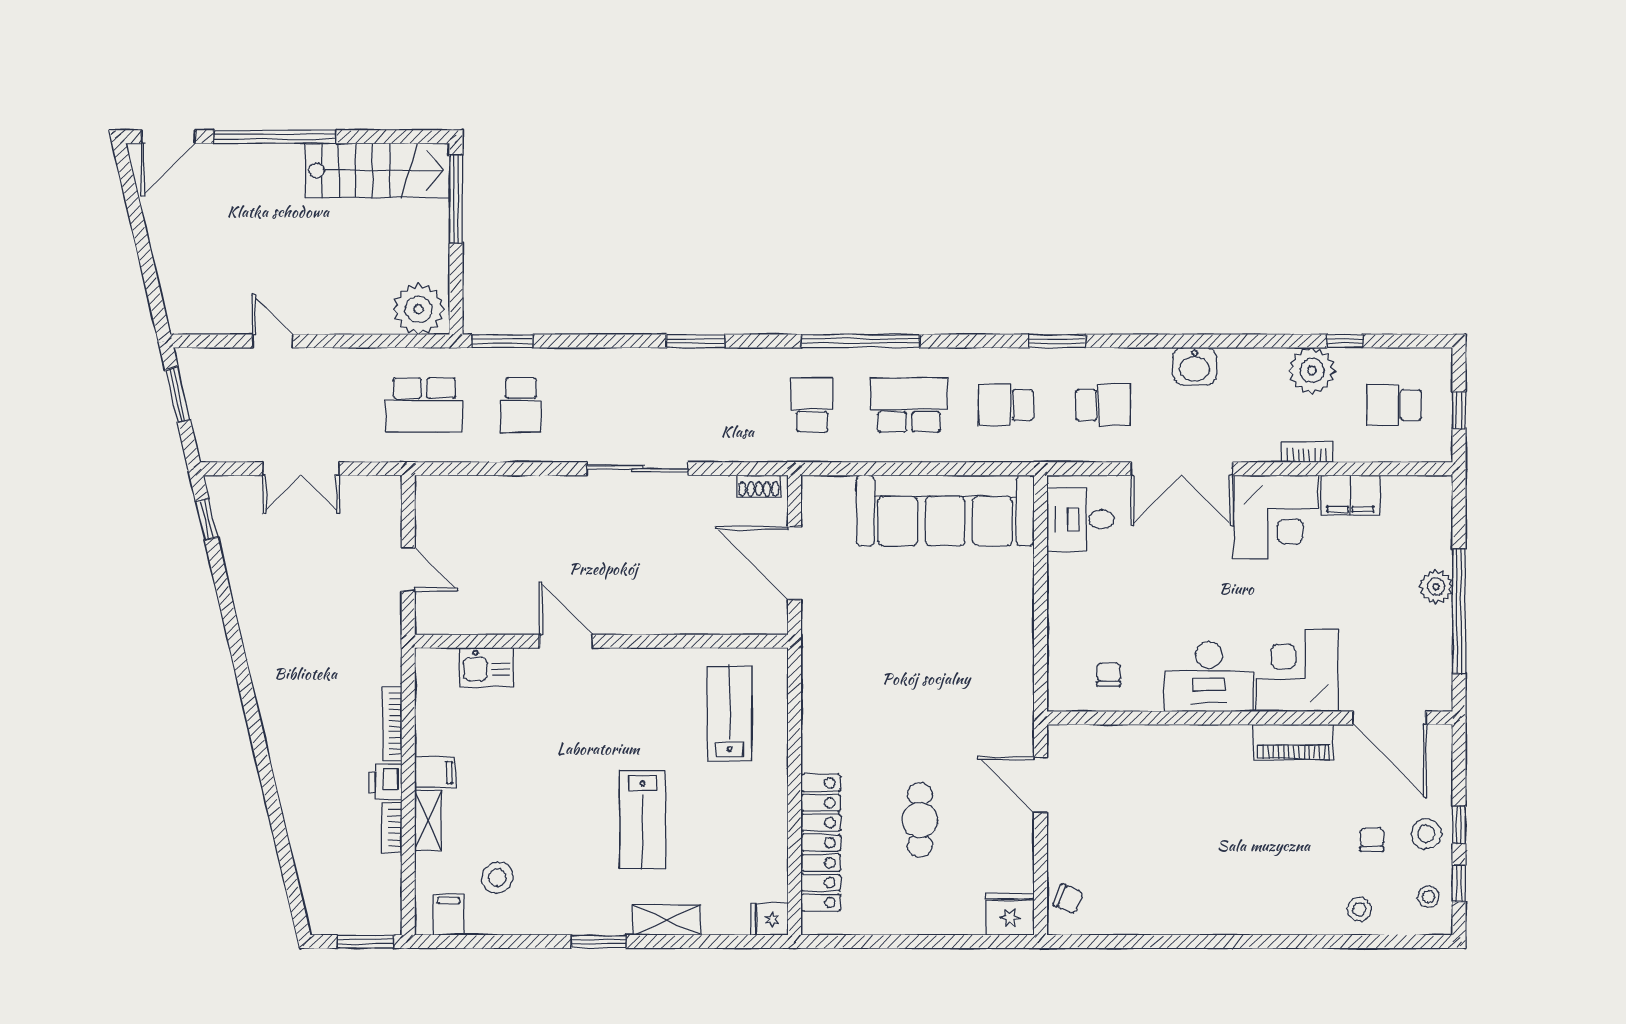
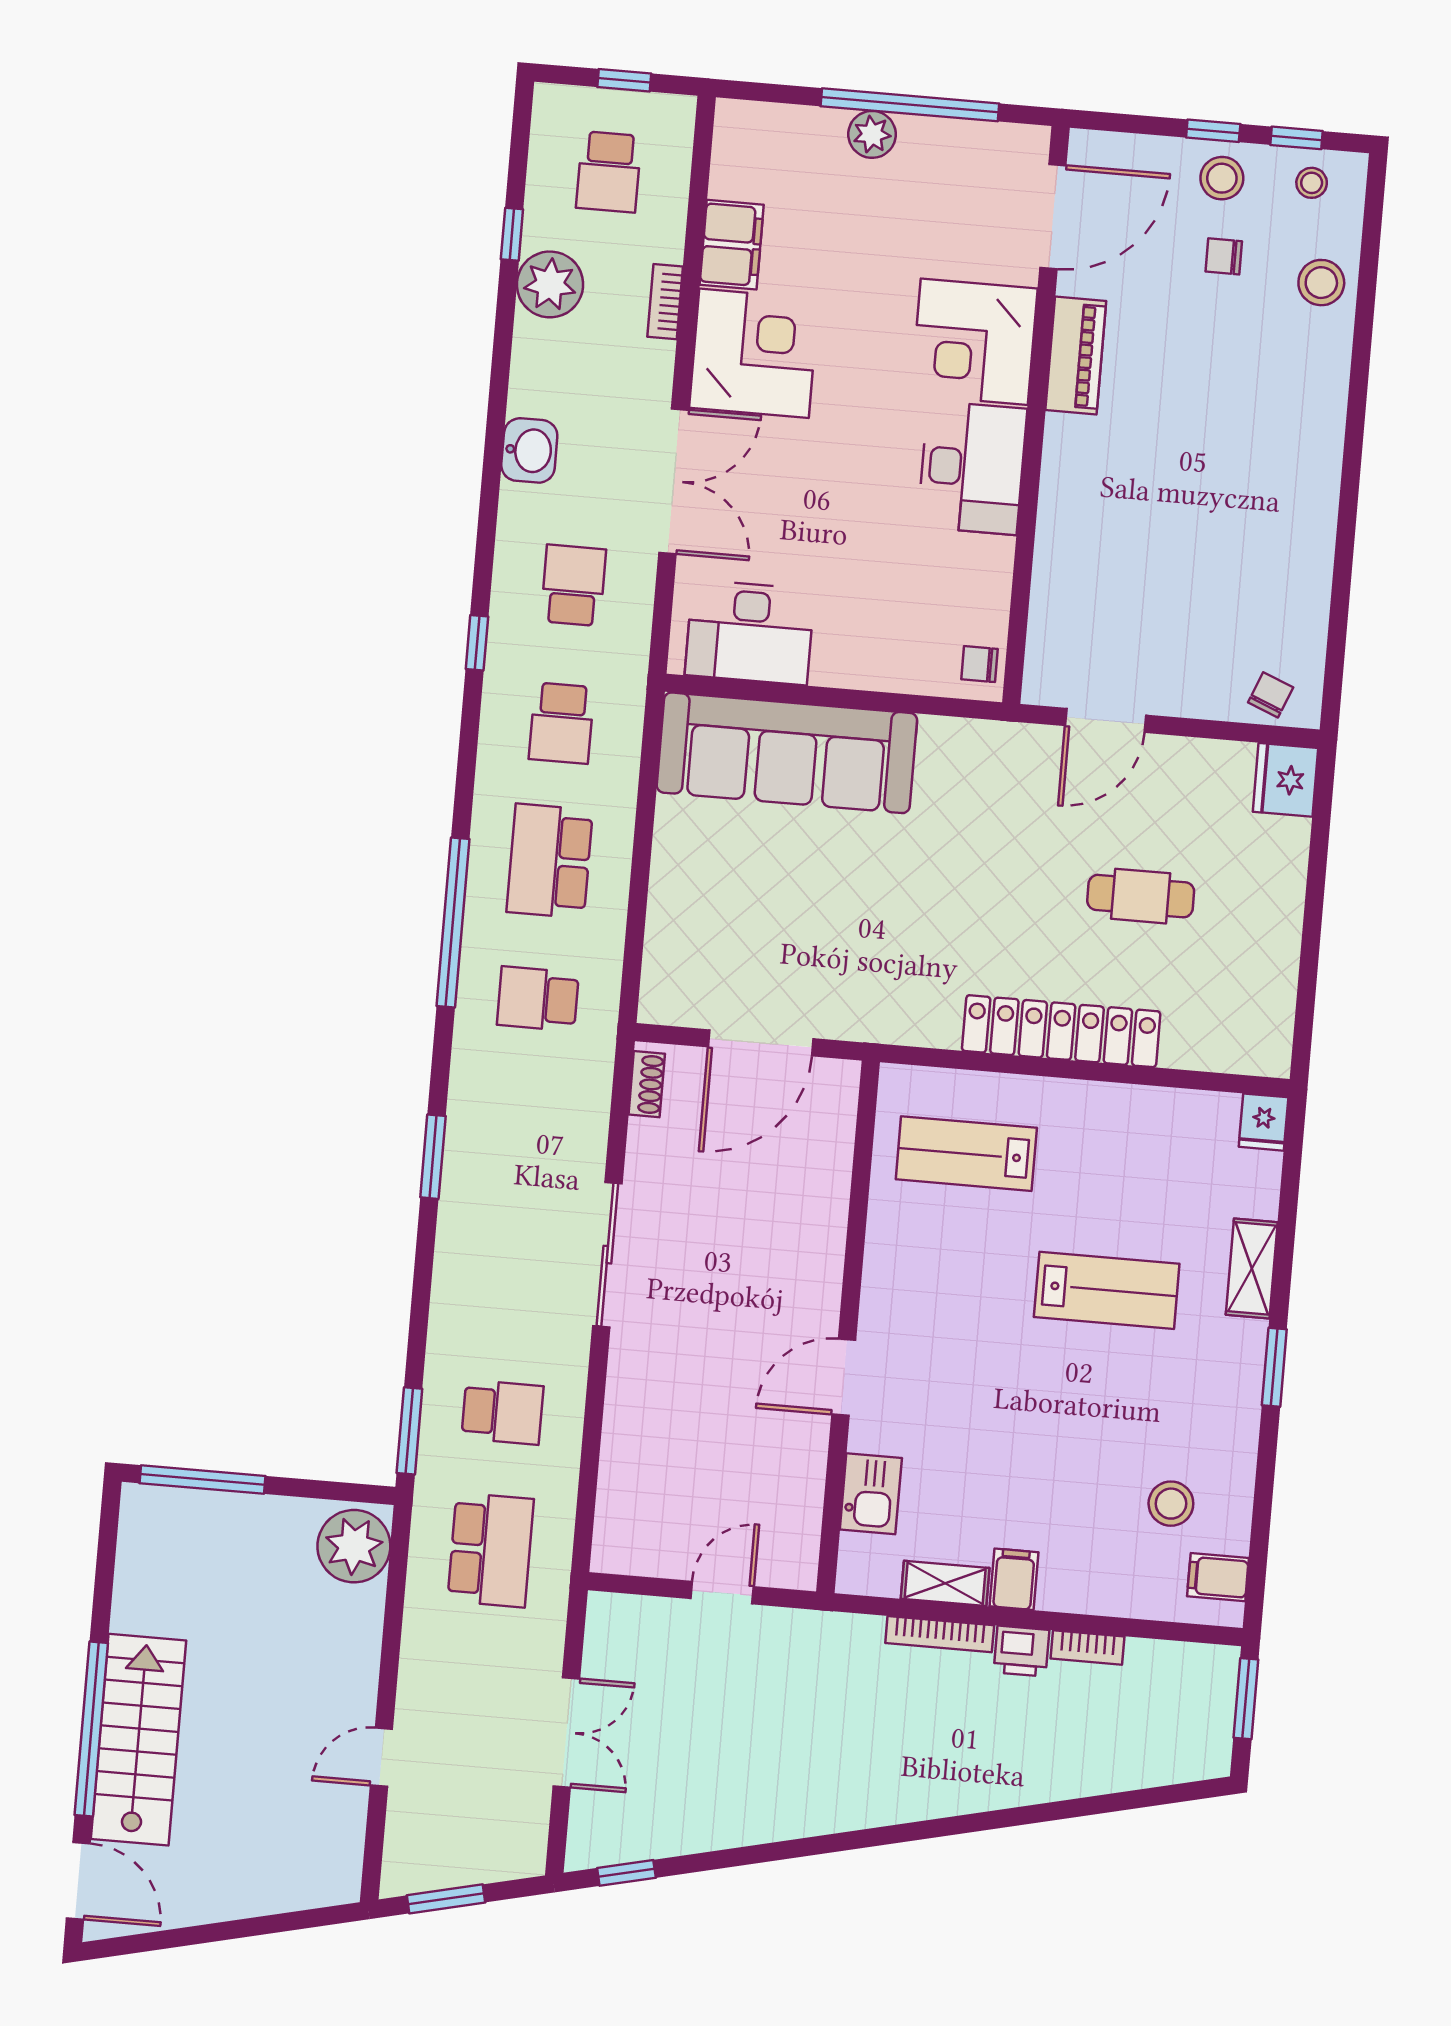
stairs: (377, 170) -> (139, 1740), moved
window: (1057, 341) -> (477, 643), width x0.67
sofa: (945, 511) -> (787, 753), moved, turned 90
desk: (1081, 519) -> (750, 632), width x1.37
chair: (1109, 674) -> (980, 664), moved
shelving: (428, 820) -> (945, 1583), moved
locker: (821, 843) -> (1061, 1031), moved
stool: (1359, 909) -> (1321, 283), width x1.37, depth x1.37

